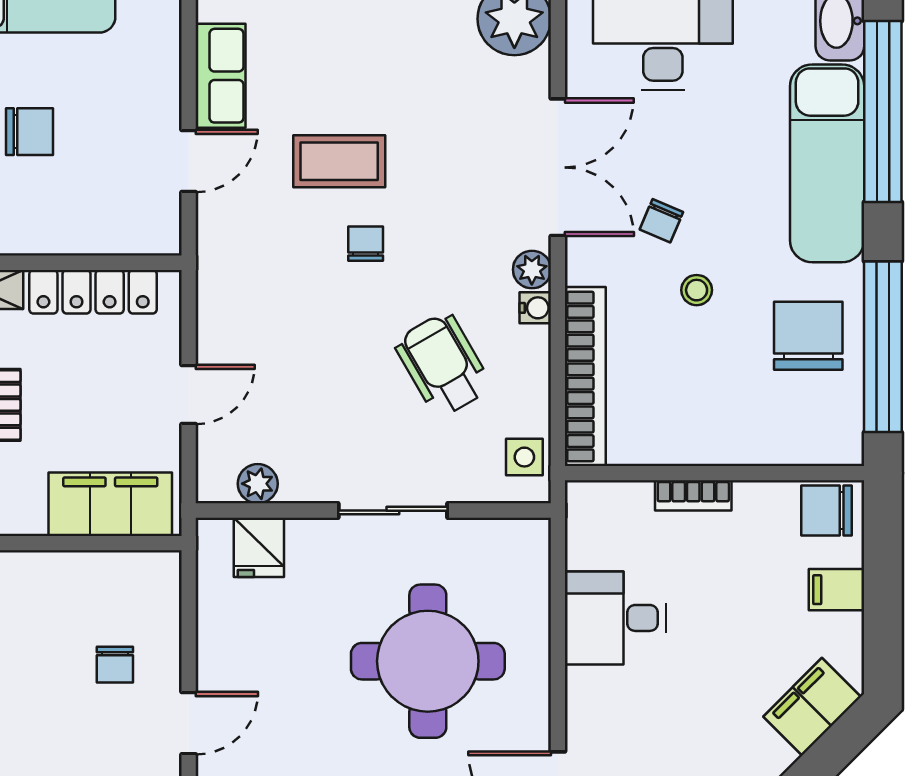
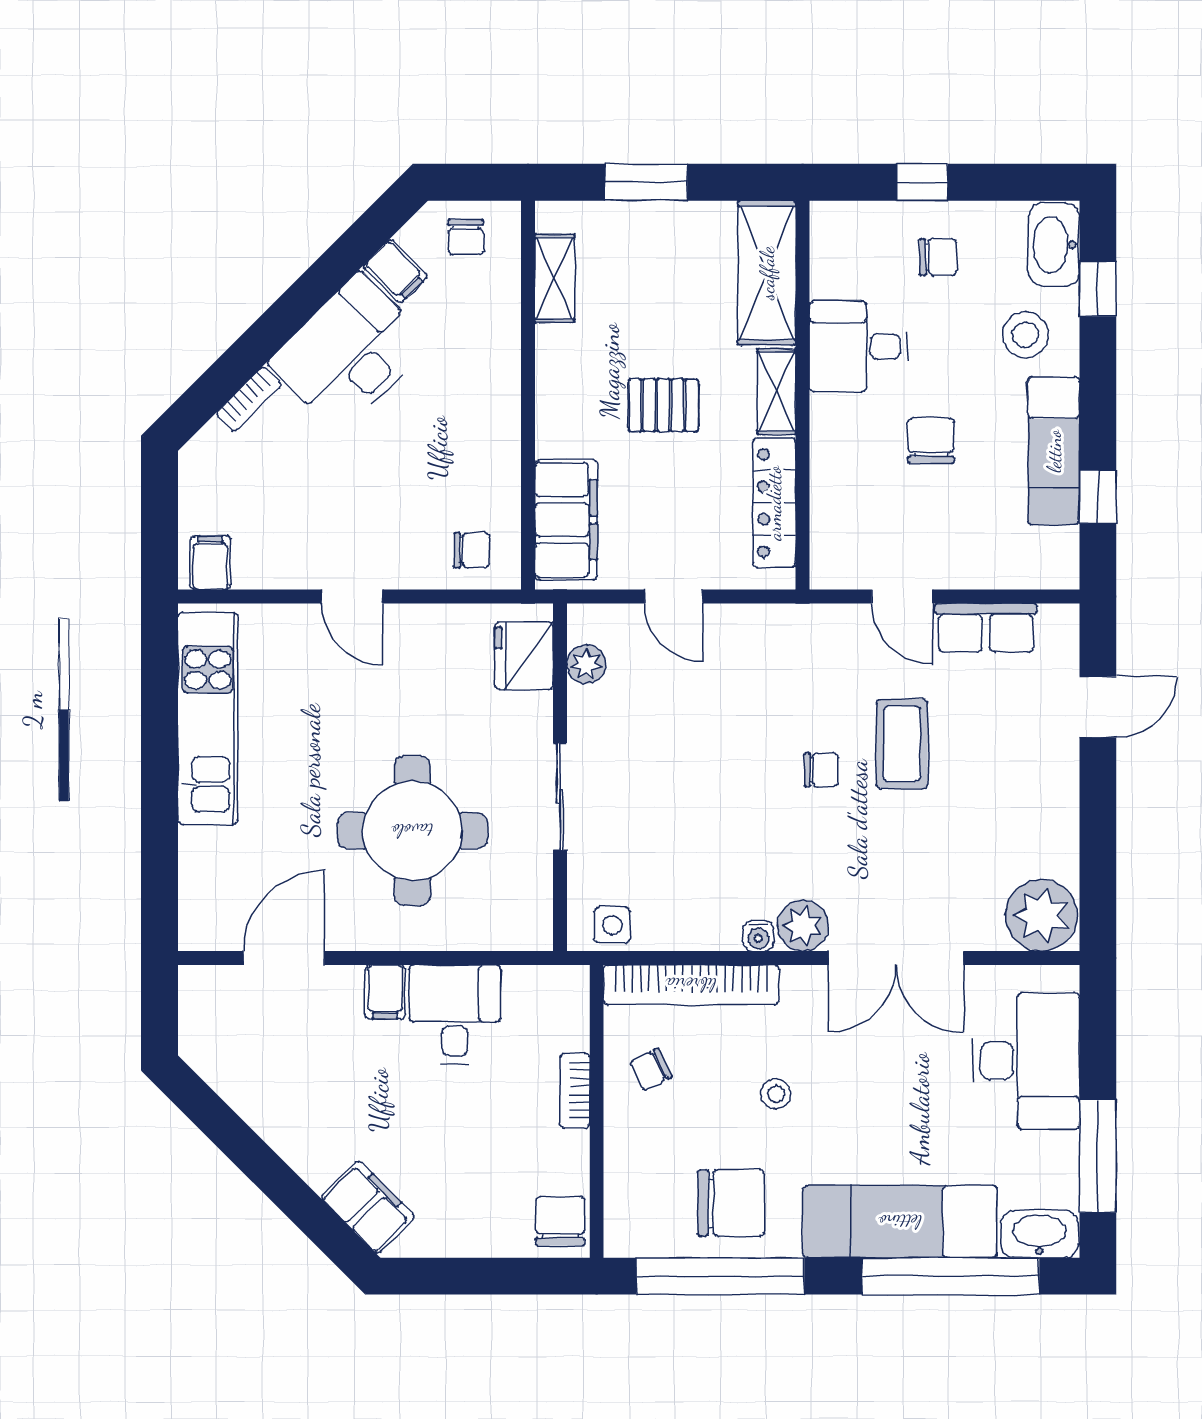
chair: (29, 132) -> (931, 441), turned 180
chair: (661, 221) -> (651, 1069), moved, turned -49
plant: (532, 270) -> (803, 926), width x1.38, depth x1.38
wheelchair: (443, 365) -> (703, 845), removed
fridge: (259, 547) -> (524, 656), width x1.38
filing cabinet: (837, 590) -> (385, 992), moved, turned 180
chair: (115, 665) -> (472, 550), moved, turned 180

